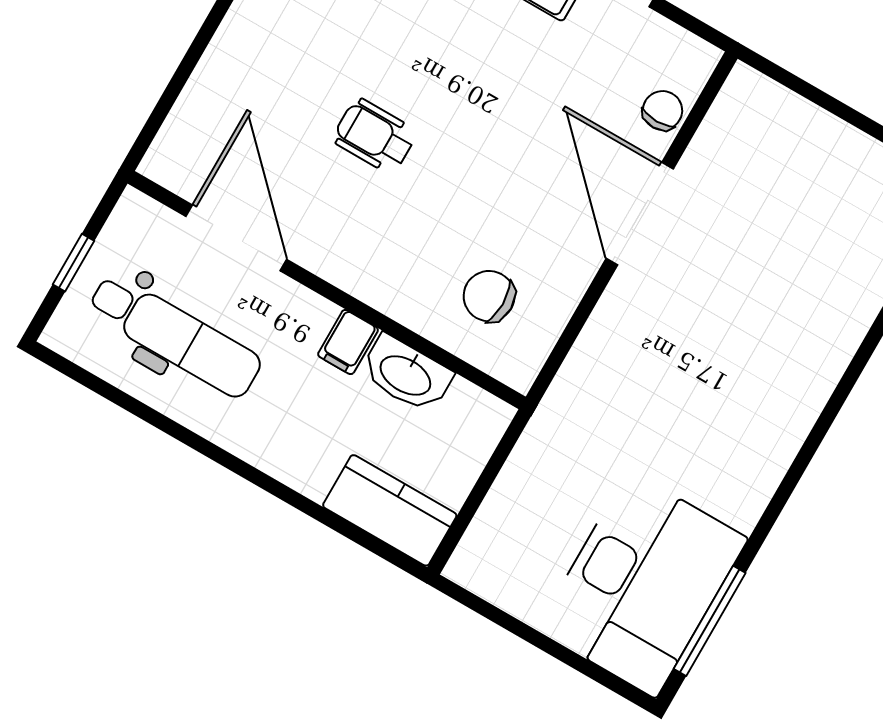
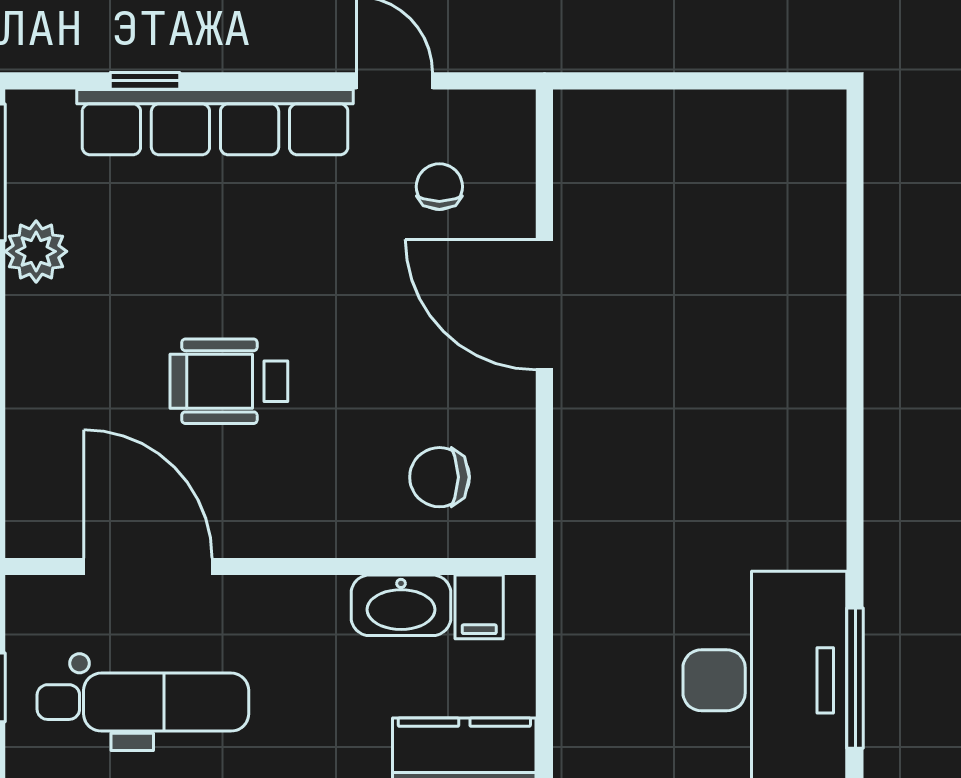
chair: (663, 110) -> (439, 187), moved
wheelchair: (375, 136) -> (229, 381), width x1.36, depth x1.37
filing cabinet: (348, 342) -> (479, 607), moved

